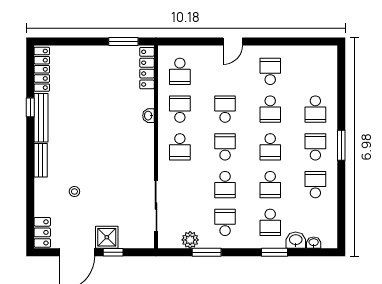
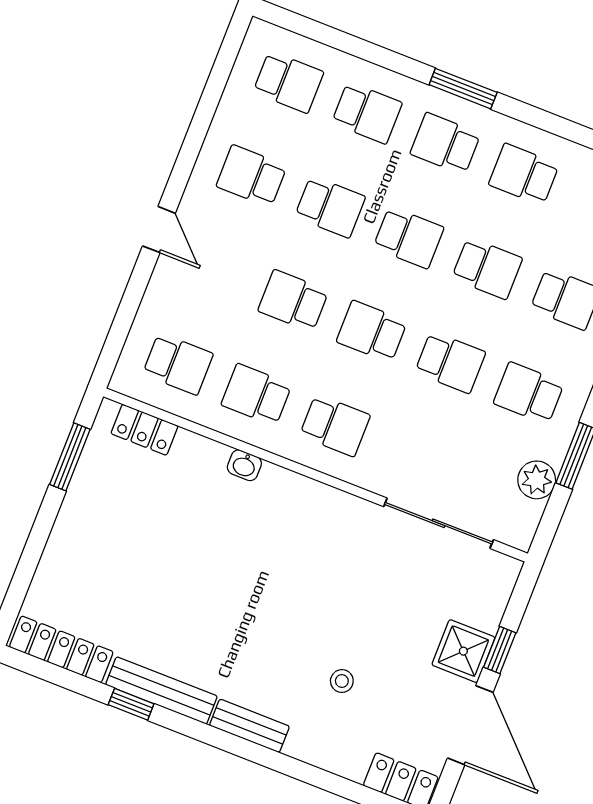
locker: (147, 68) -> (144, 430), width x0.66
school desk: (315, 71) -> (288, 82), added

